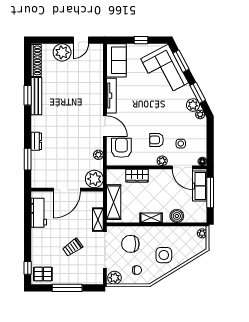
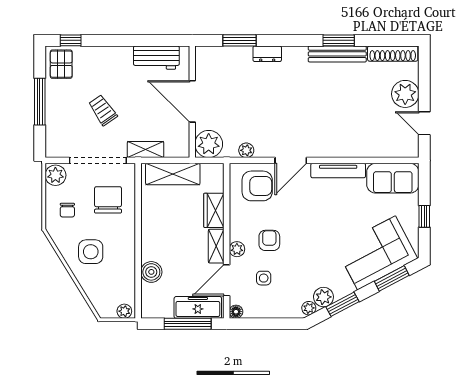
shelving: (151, 218) -> (216, 246), moved

